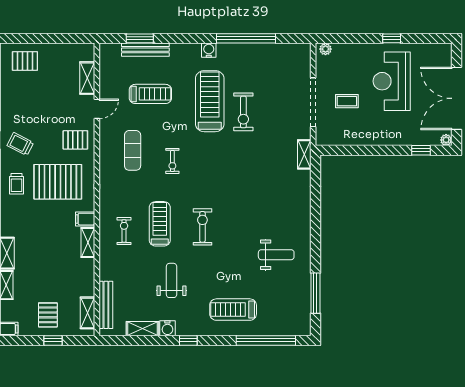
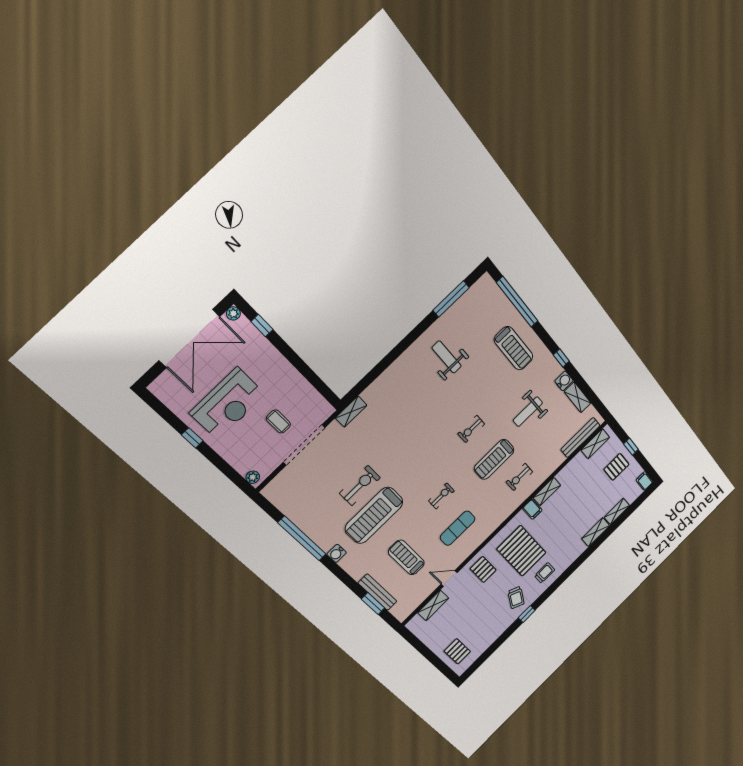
exercise bike: (202, 227) -> (471, 429), width x0.73, depth x0.72

